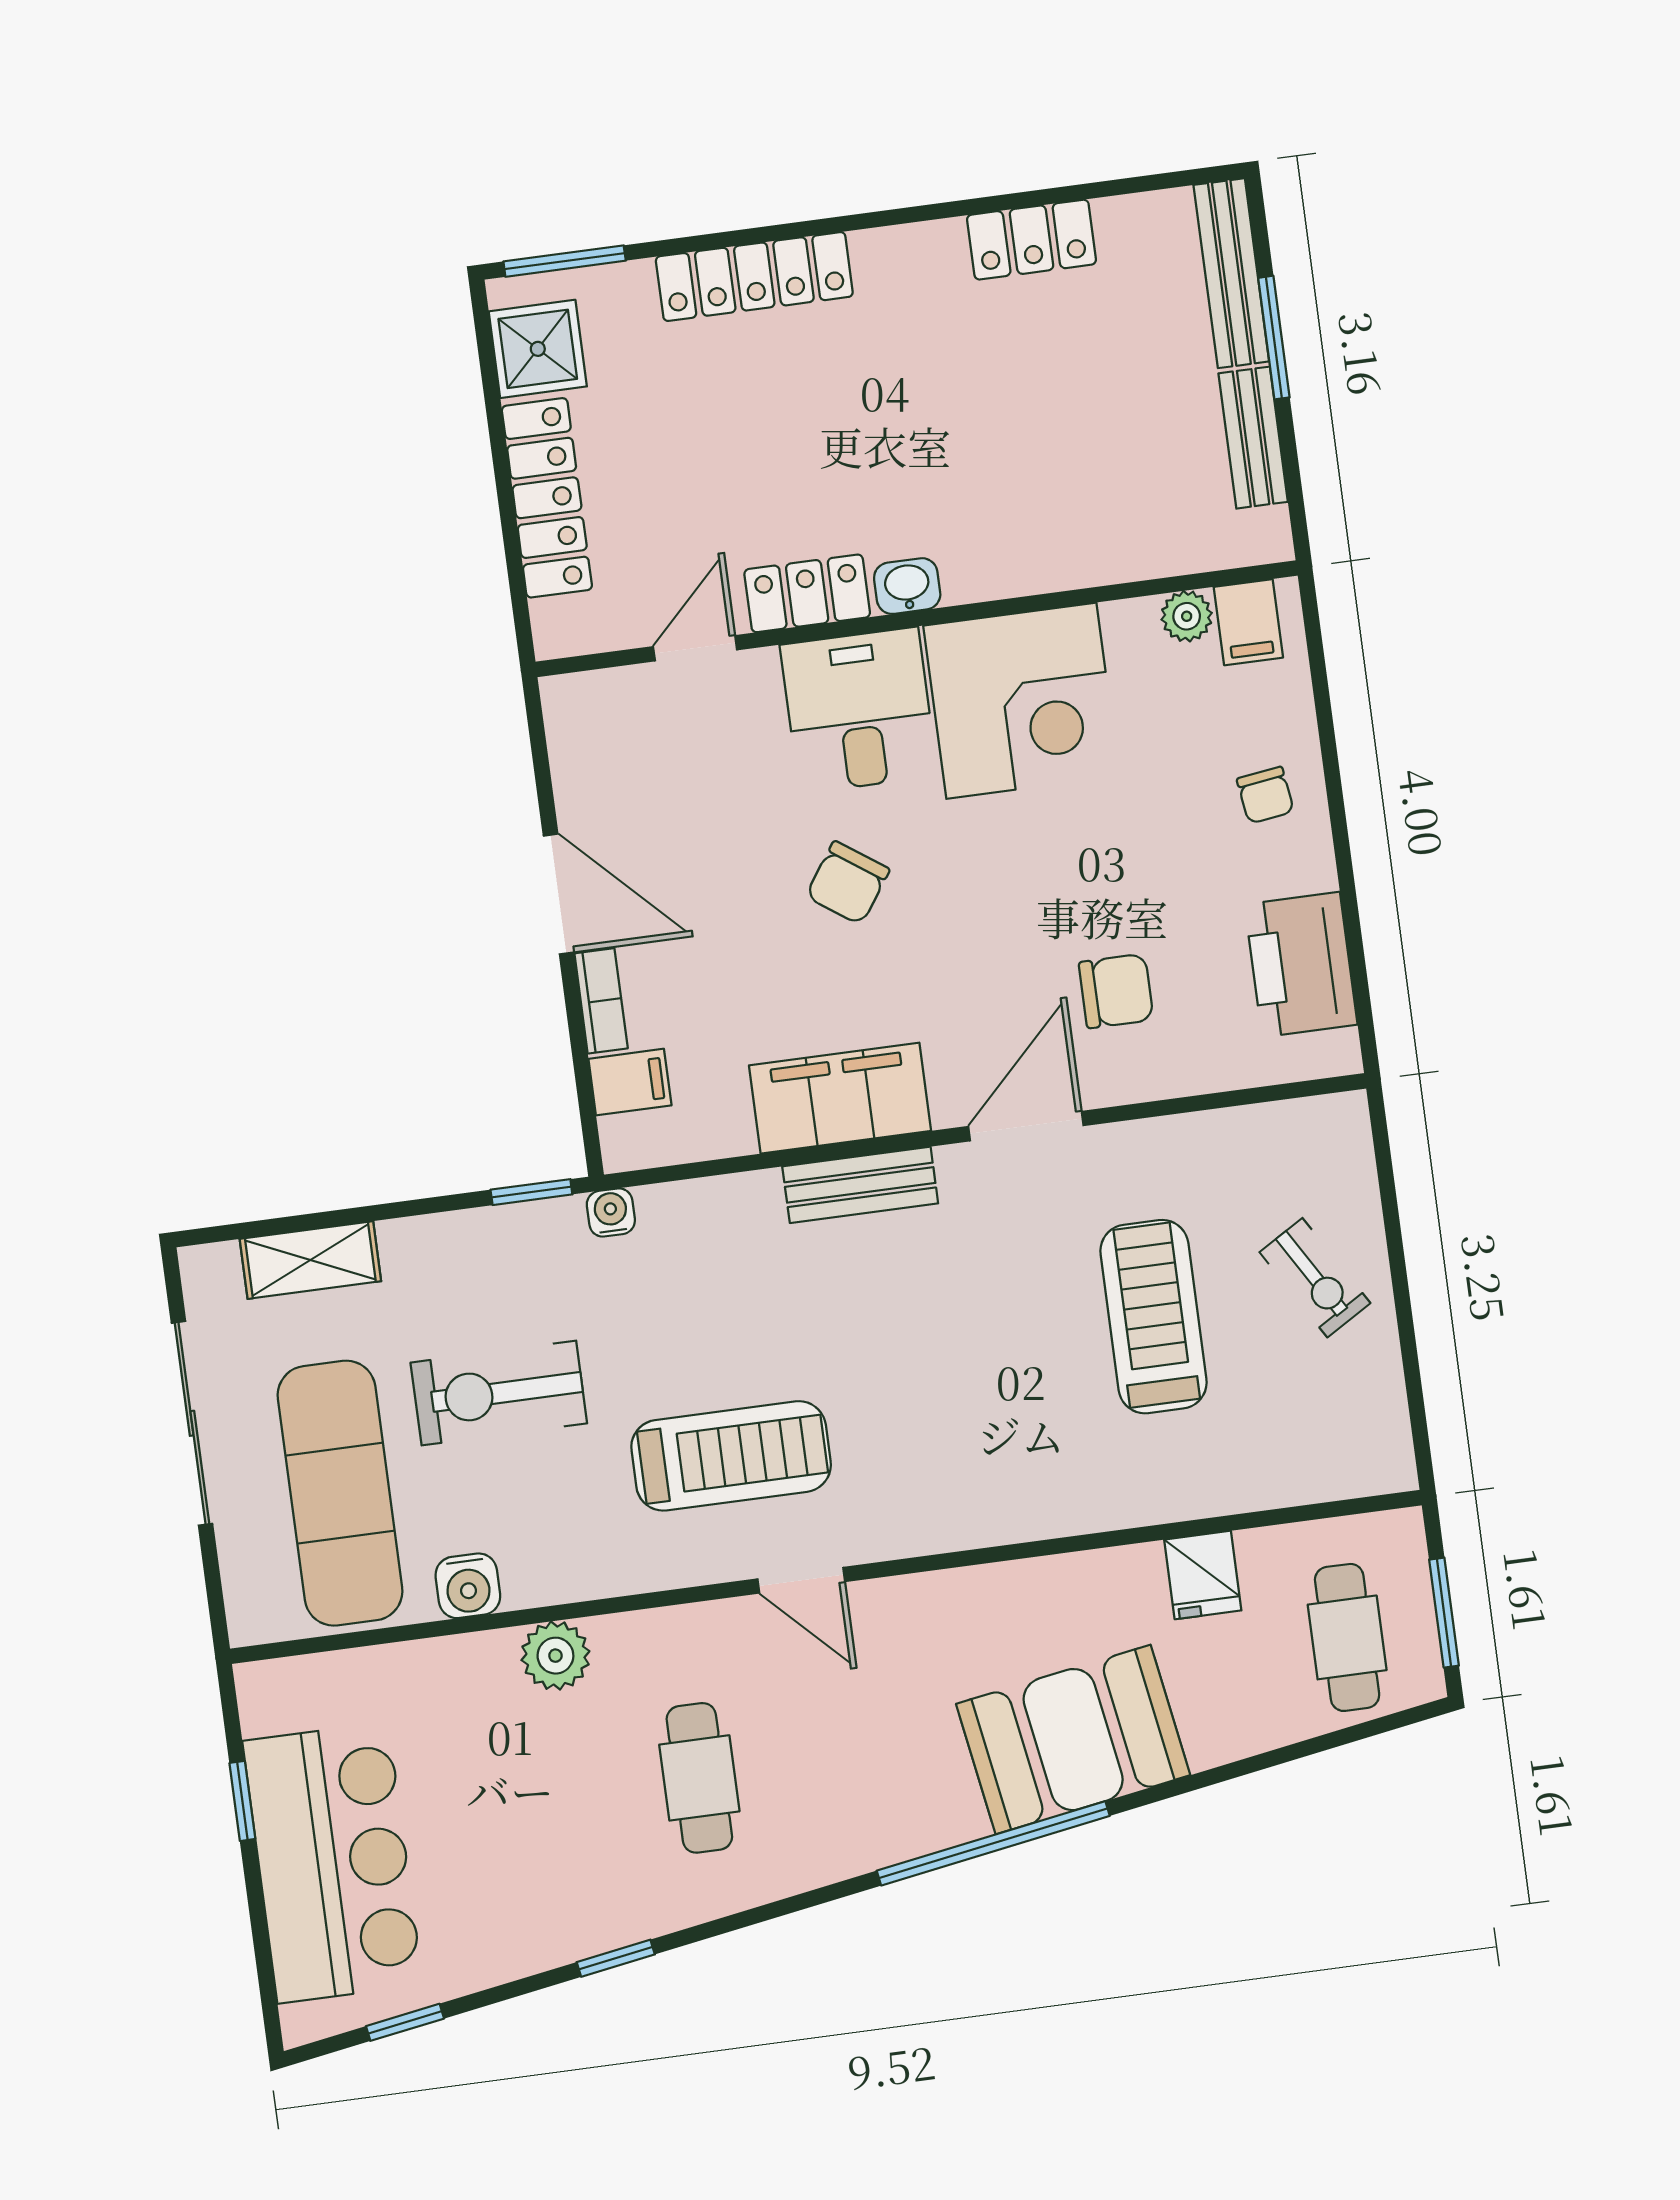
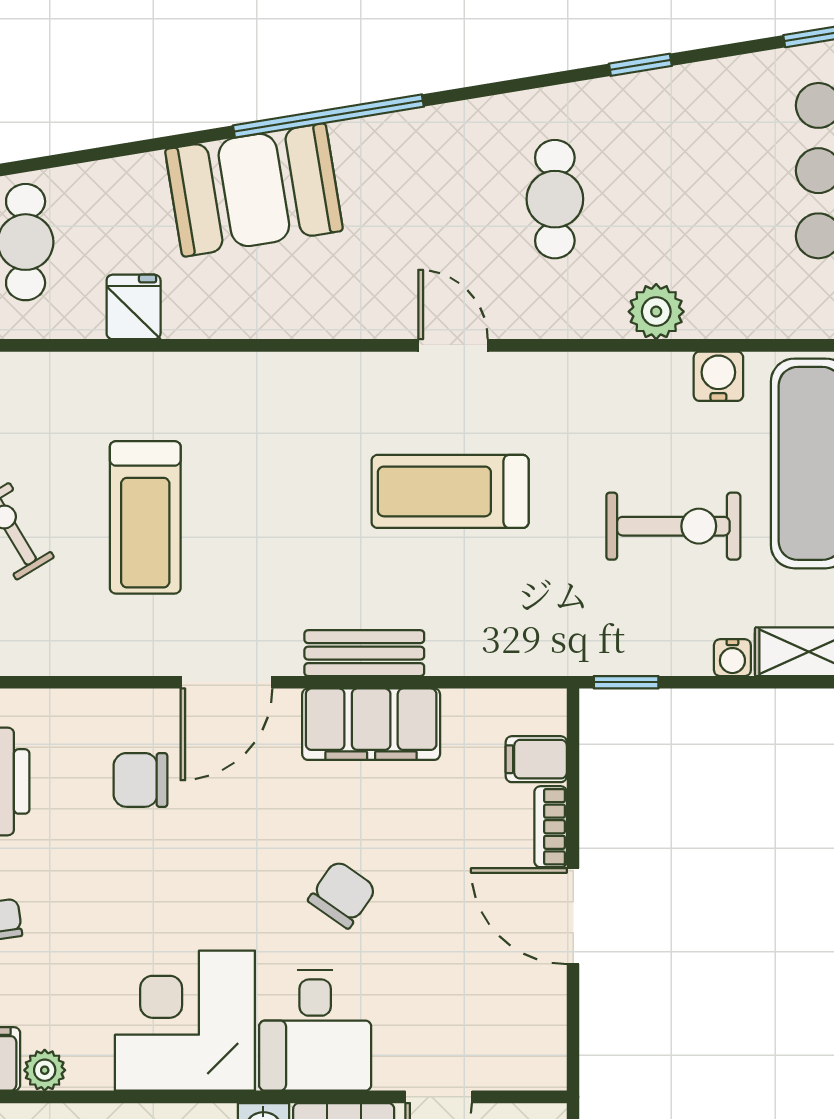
water cooler: (611, 1212) -> (732, 658), moved
treadmill: (731, 1456) -> (450, 491), moved

